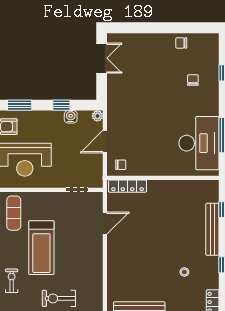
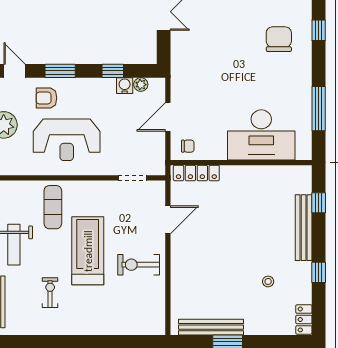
chair: (193, 80) -> (279, 39), width x1.87, depth x1.87
plant: (97, 116) -> (141, 85), moved
desk: (199, 143) -> (261, 135), moved, turned 90
treadmill: (41, 248) -> (88, 251), turned 180
exercise bike: (59, 298) -> (139, 265), moved

